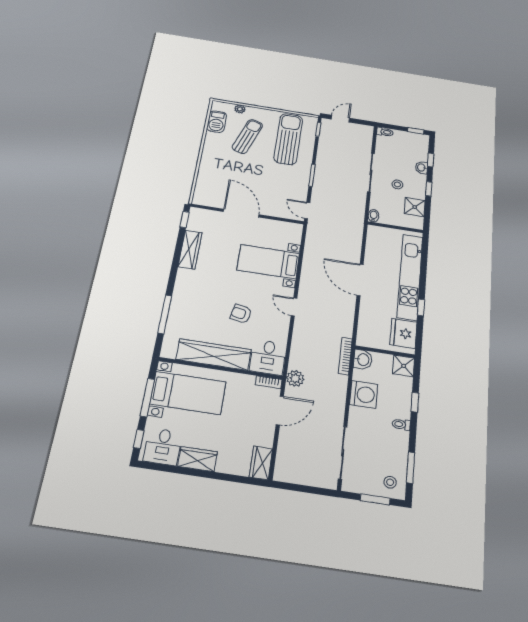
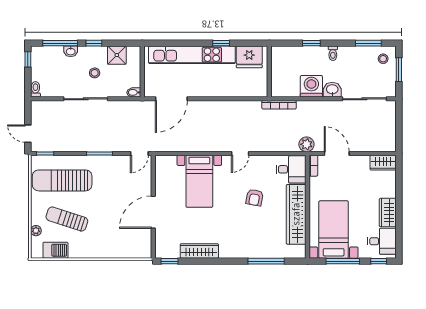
window: (431, 160) -> (60, 43), width x2.17
door: (360, 280) -> (171, 99), moved
washbasin: (363, 360) -> (332, 90), moved
shower: (404, 366) -> (280, 55), removed

